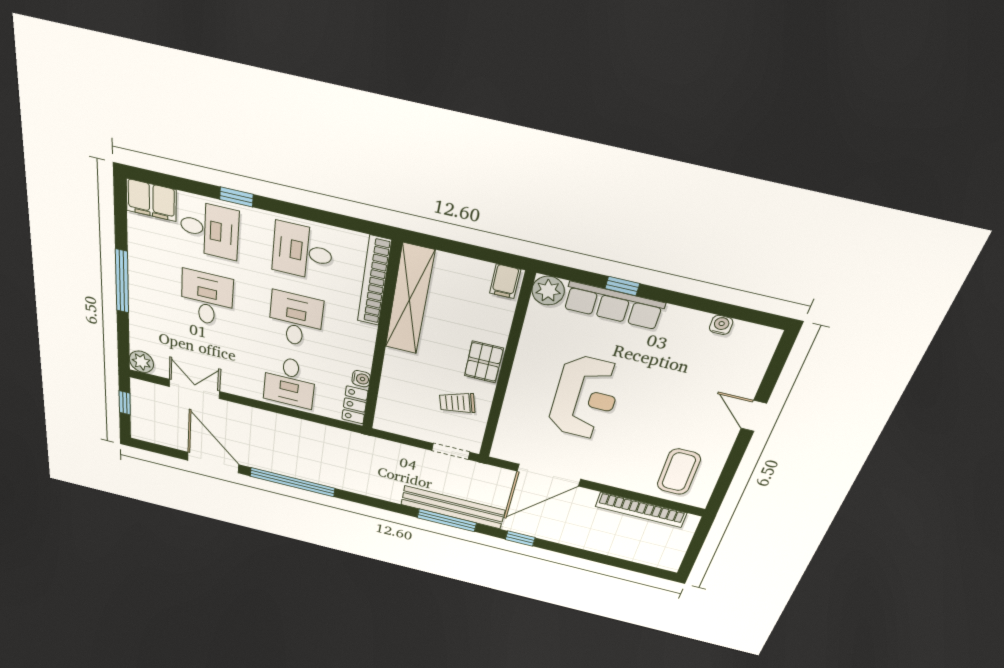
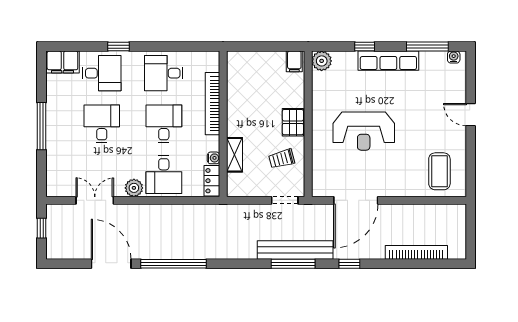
bookcase: (374, 281) -> (213, 104), moved
shelving: (410, 300) -> (234, 155), moved, width x0.45, depth x0.75
row of seats: (614, 305) -> (388, 61), moved
window: (724, 309) -> (427, 47), added
water cooler: (721, 325) -> (454, 57), moved
plant: (141, 362) -> (134, 188), moved
reception desk: (585, 398) -> (364, 131), turned 90
bookcase: (641, 510) -> (416, 252), moved, turned 180

